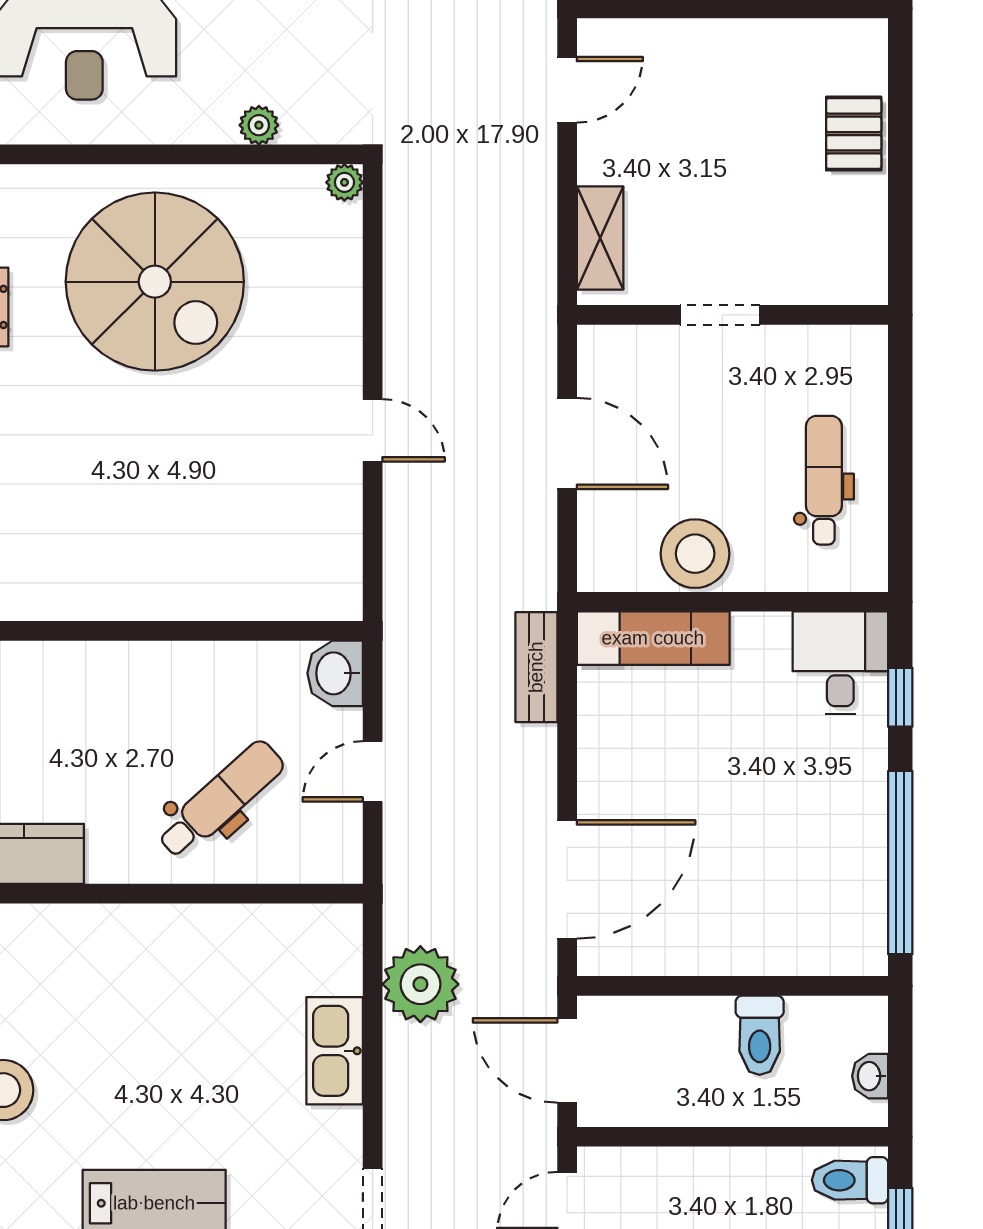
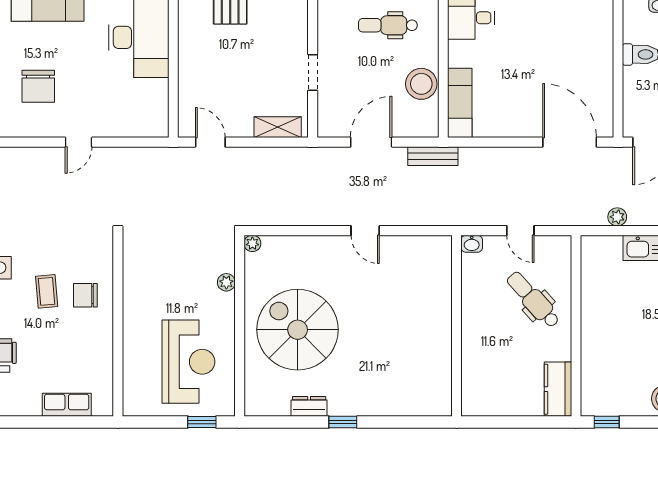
spiral stairs: (155, 282) -> (298, 330), turned -90
door: (373, 430) -> (365, 231), swing flipped
bench: (536, 667) -> (433, 156), moved
washbasin: (335, 673) -> (472, 244), width x0.72, depth x0.69
plant: (420, 984) -> (617, 217), width x0.53, depth x0.53

